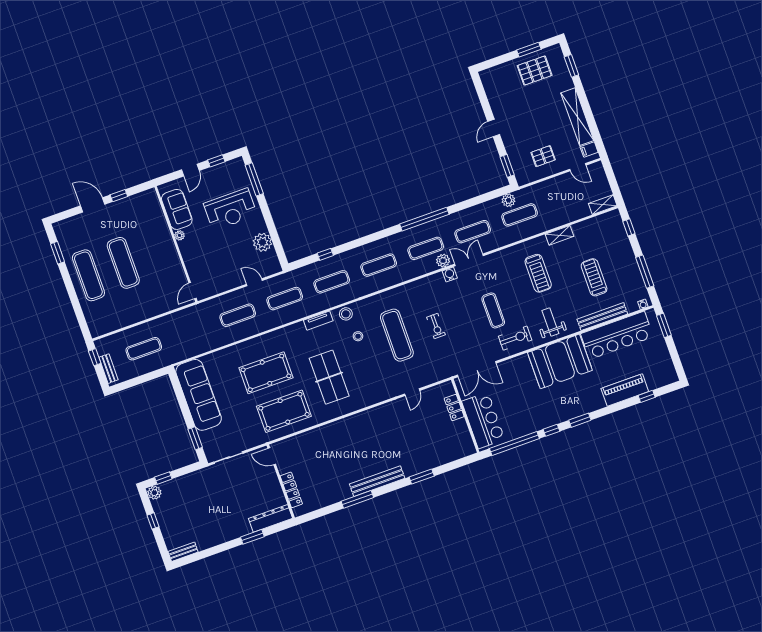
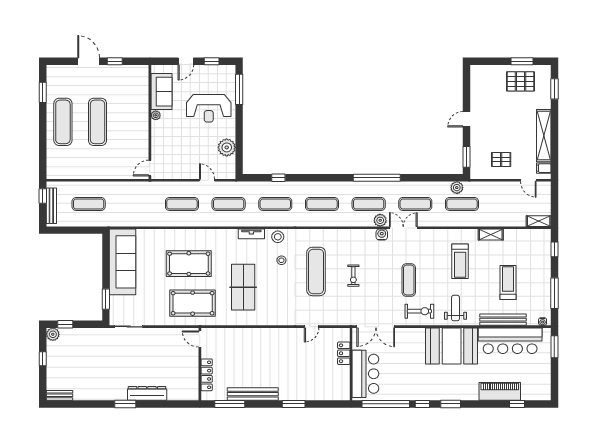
bench: (109, 369) -> (51, 206), width x1.36
door: (272, 456) -> (200, 339), moved
wall: (281, 481) -> (200, 364), moved
locker: (291, 490) -> (207, 375), moved

